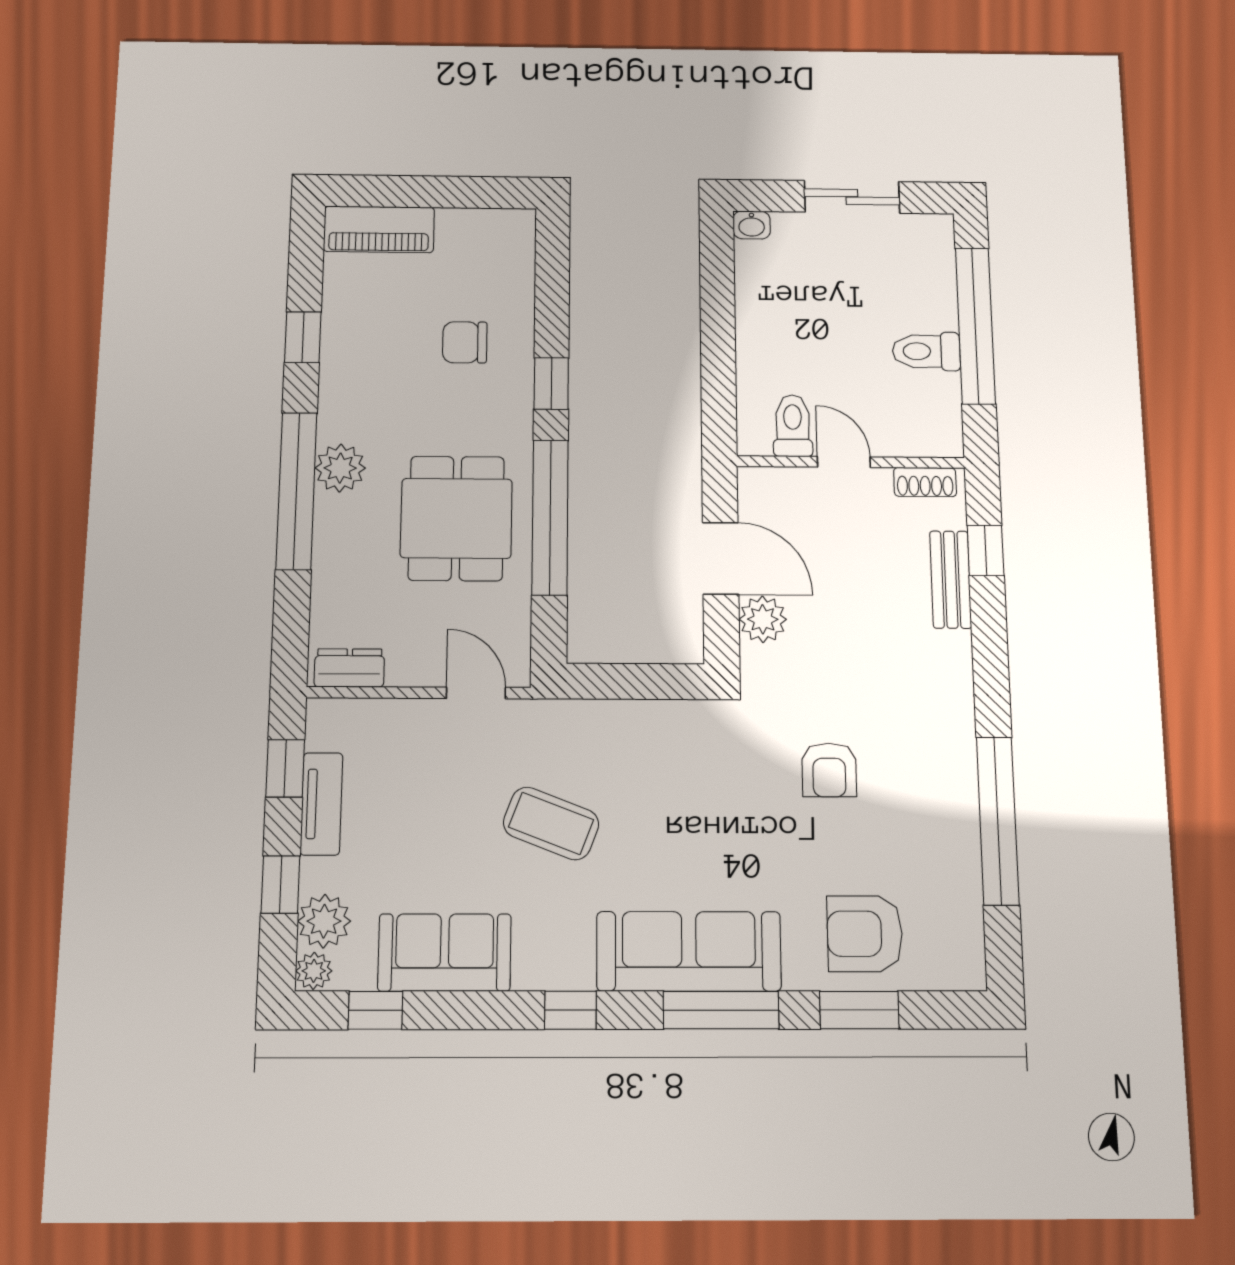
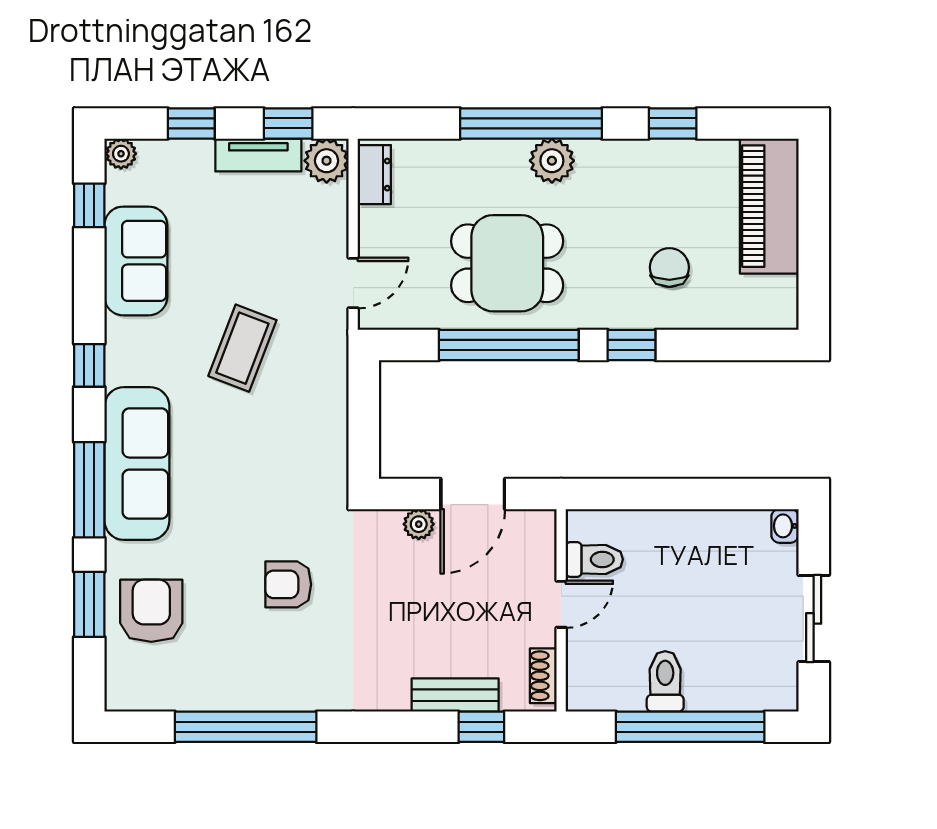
piano: (379, 229) -> (769, 206), width x1.37, depth x1.33
plant: (763, 619) -> (419, 524), width x0.73, depth x0.73
plant: (324, 921) -> (327, 161), moved

